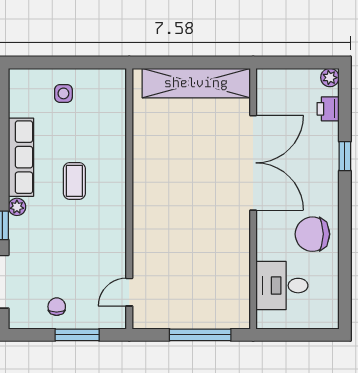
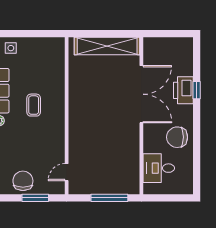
plant: (330, 78) -> (188, 43), removed
side table: (63, 93) -> (11, 48), moved
printer: (328, 109) -> (183, 90), moved, width x1.87, depth x1.48
chair: (57, 307) -> (23, 181), width x1.87, depth x1.87

